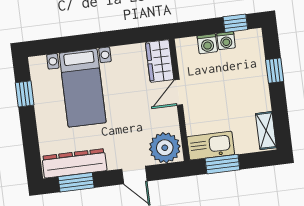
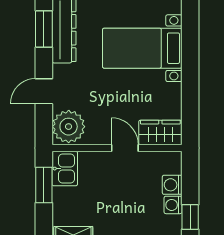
kitchen sink: (211, 146) -> (65, 169), width x0.73

